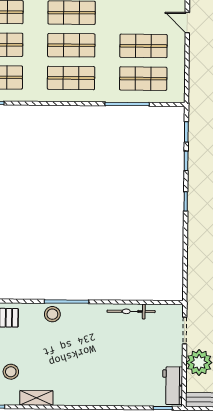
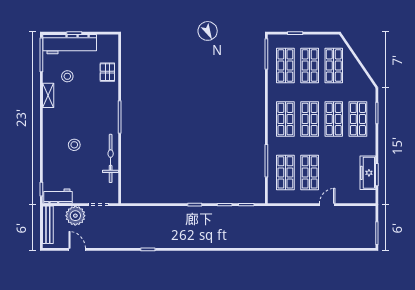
bicycle: (131, 311) -> (111, 158), width x1.37, depth x1.40
stool: (52, 314) -> (74, 145), moved

